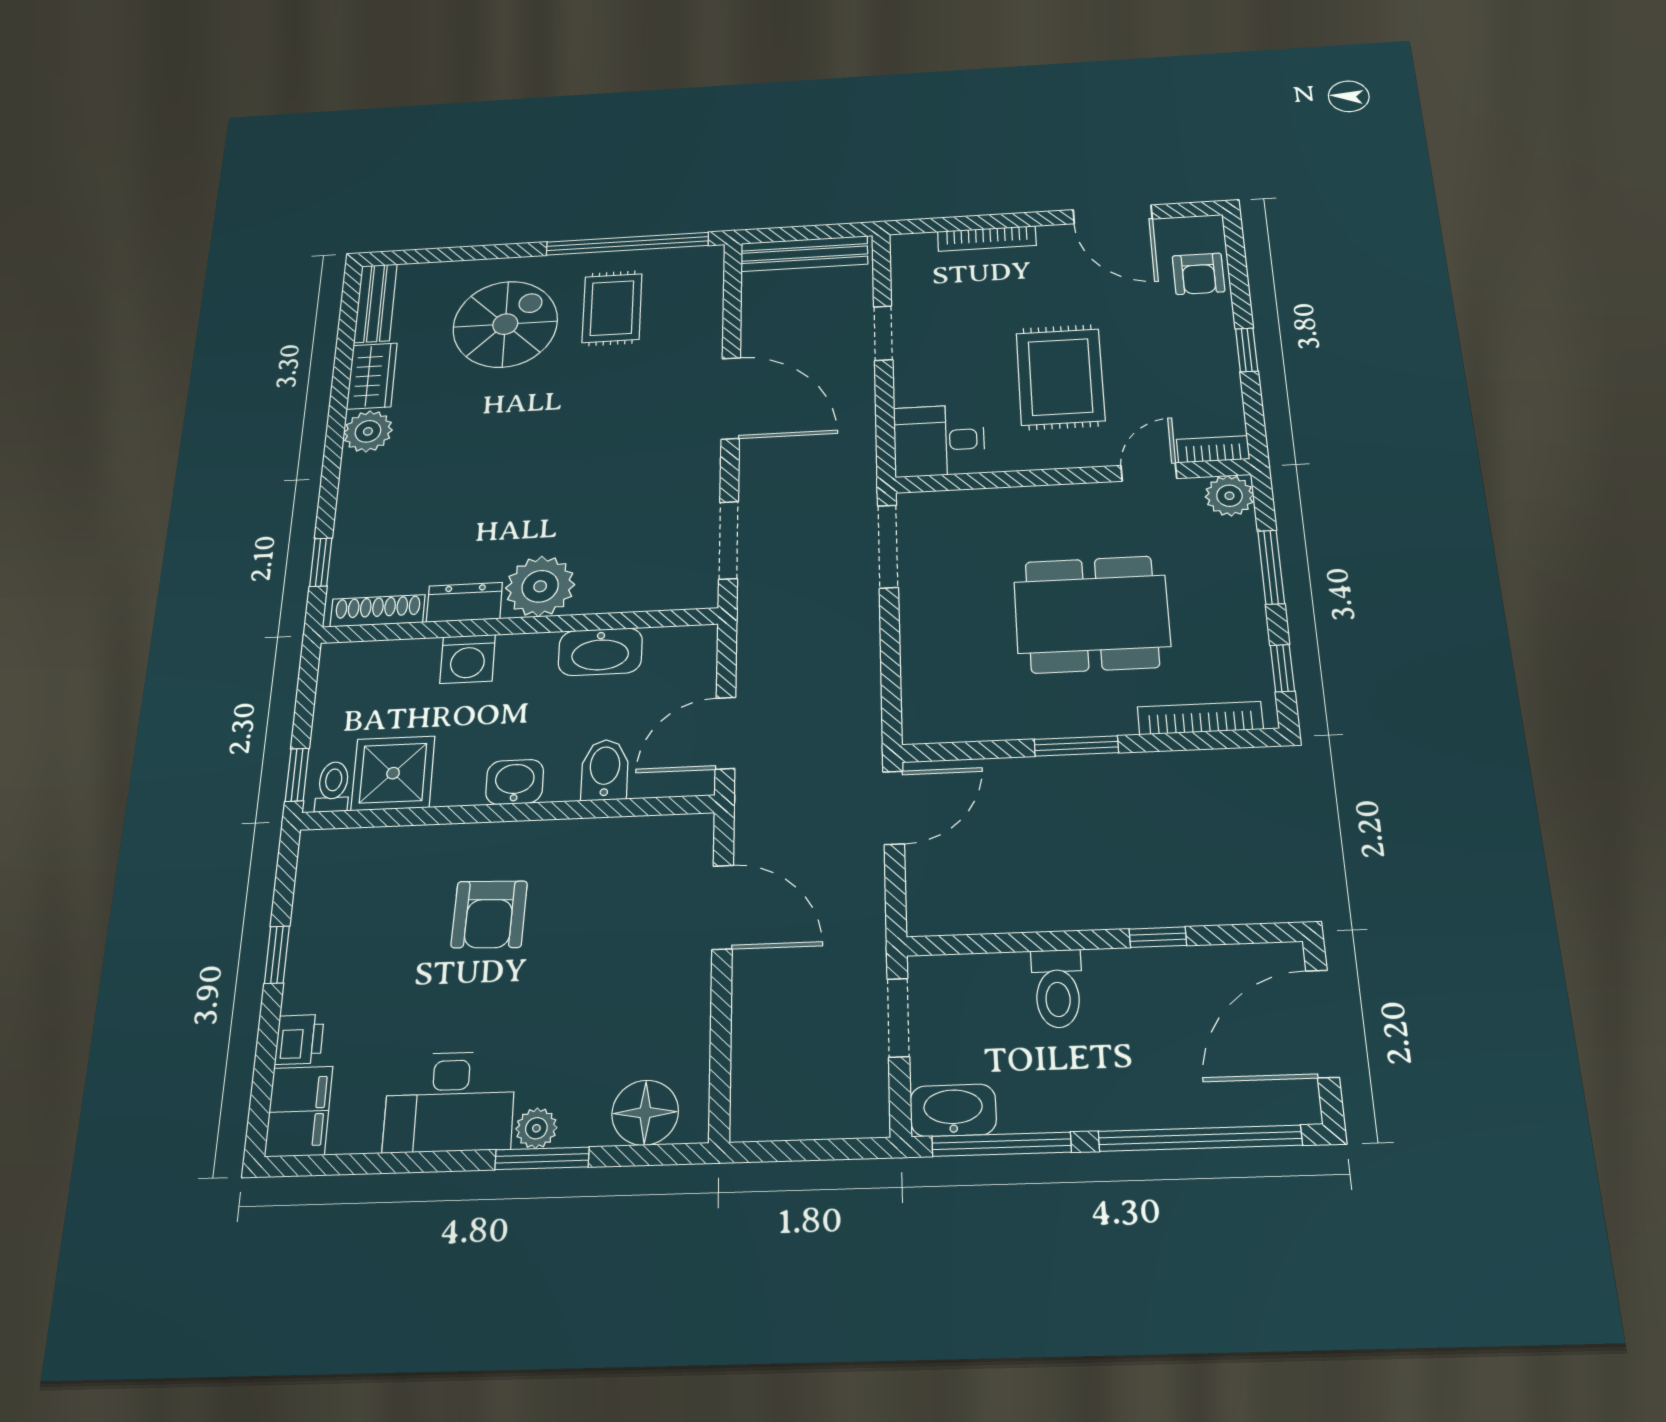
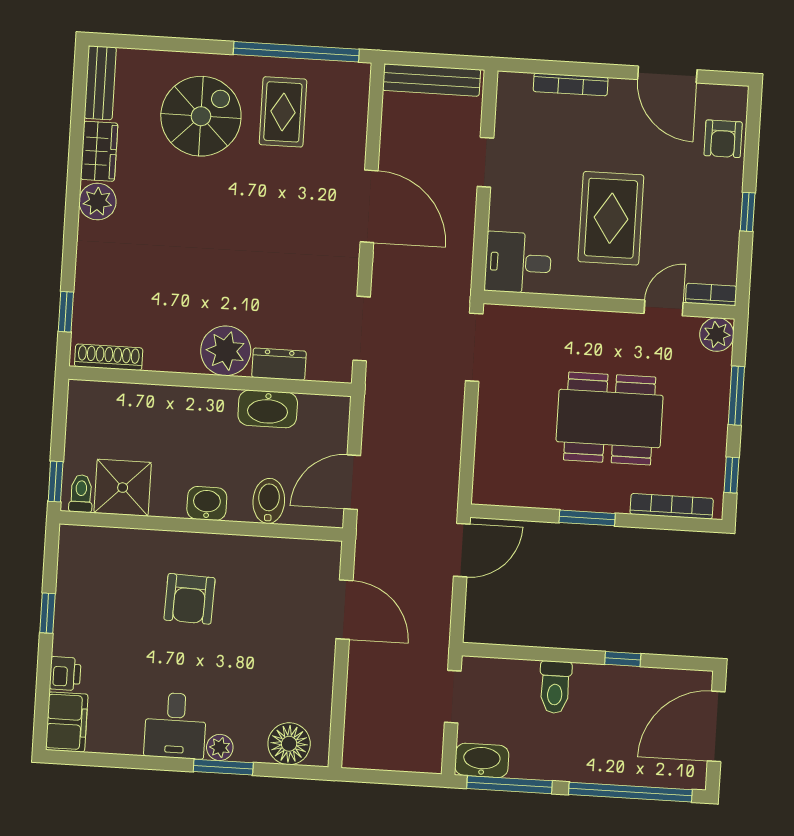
dresser: (464, 602) -> (279, 364), moved
washing machine: (468, 659) -> (174, 404), removed
desk: (450, 1102) -> (175, 726), width x0.73

